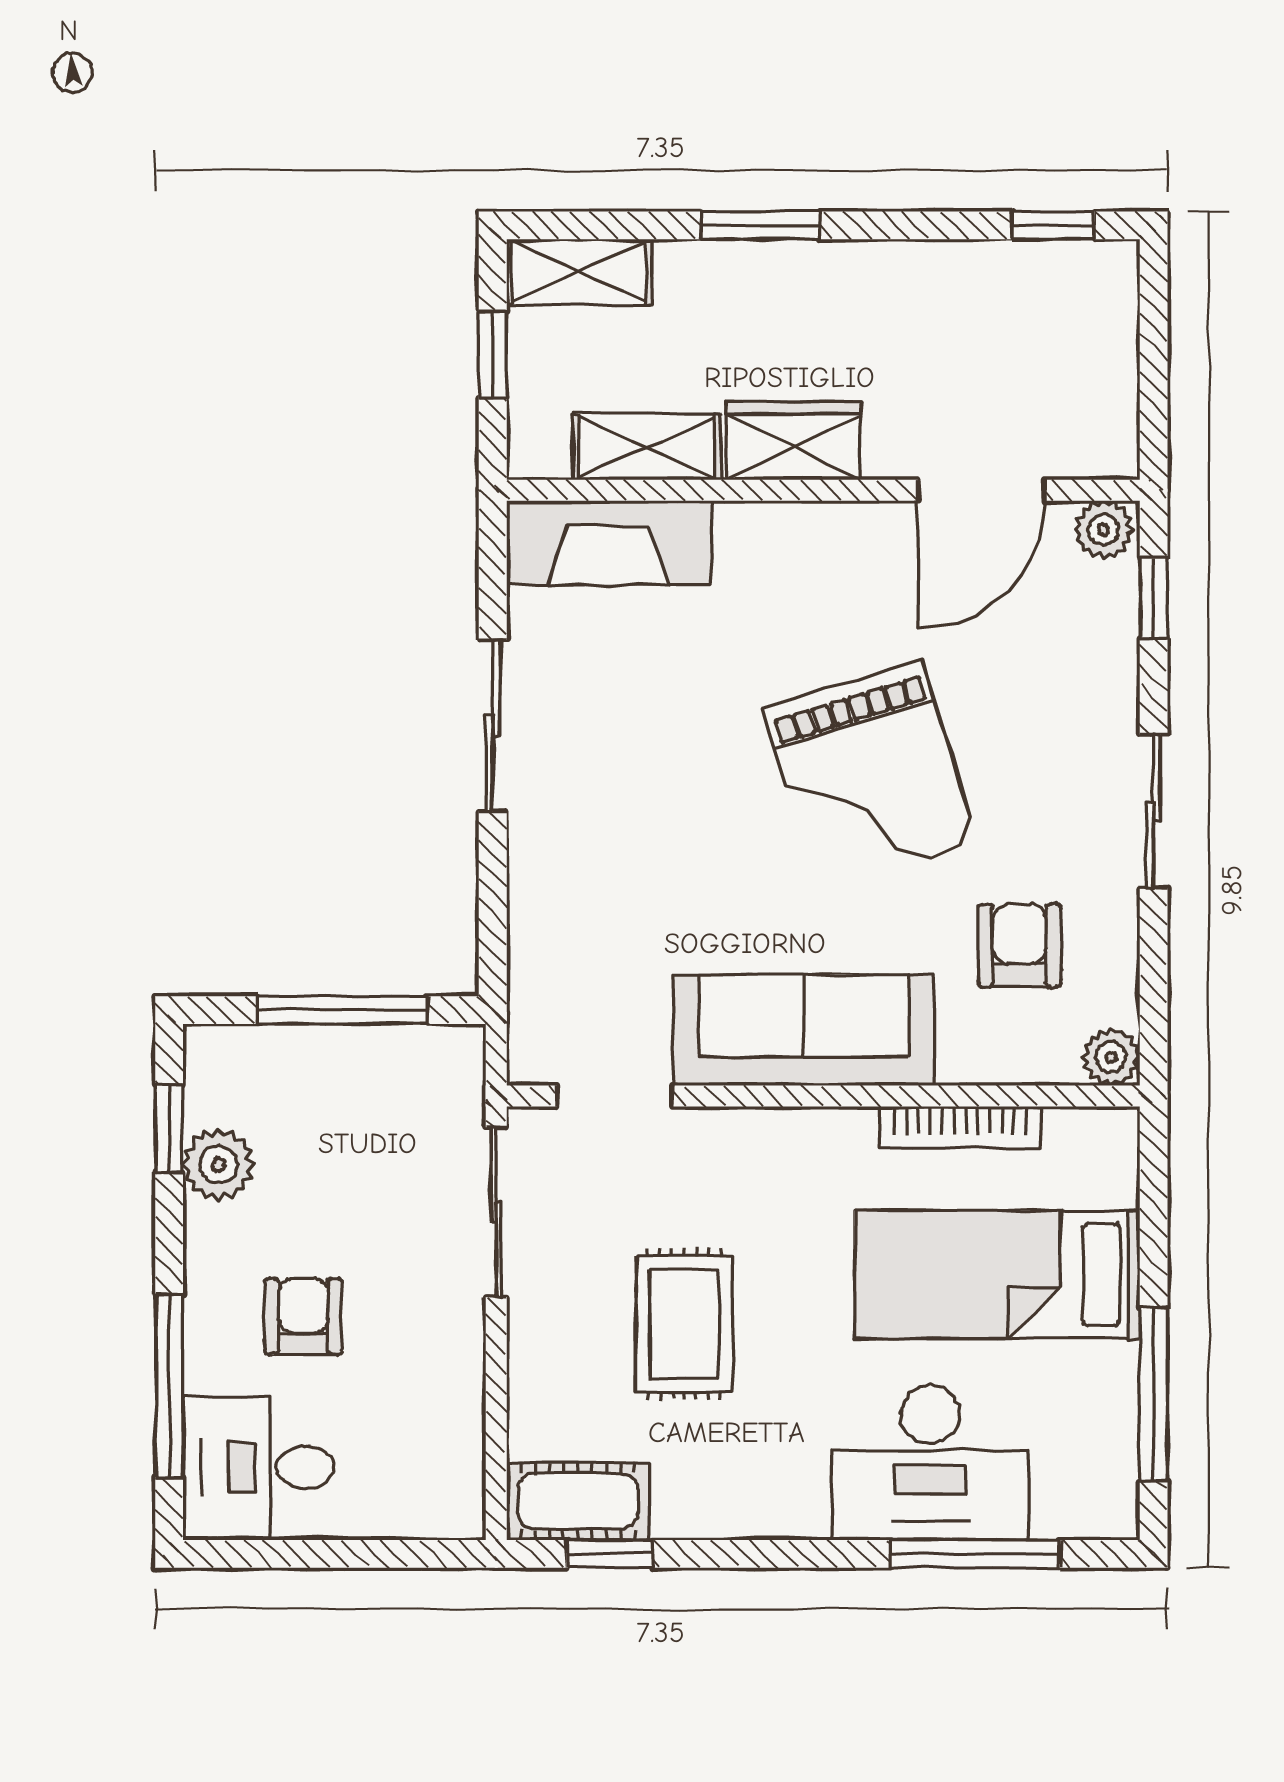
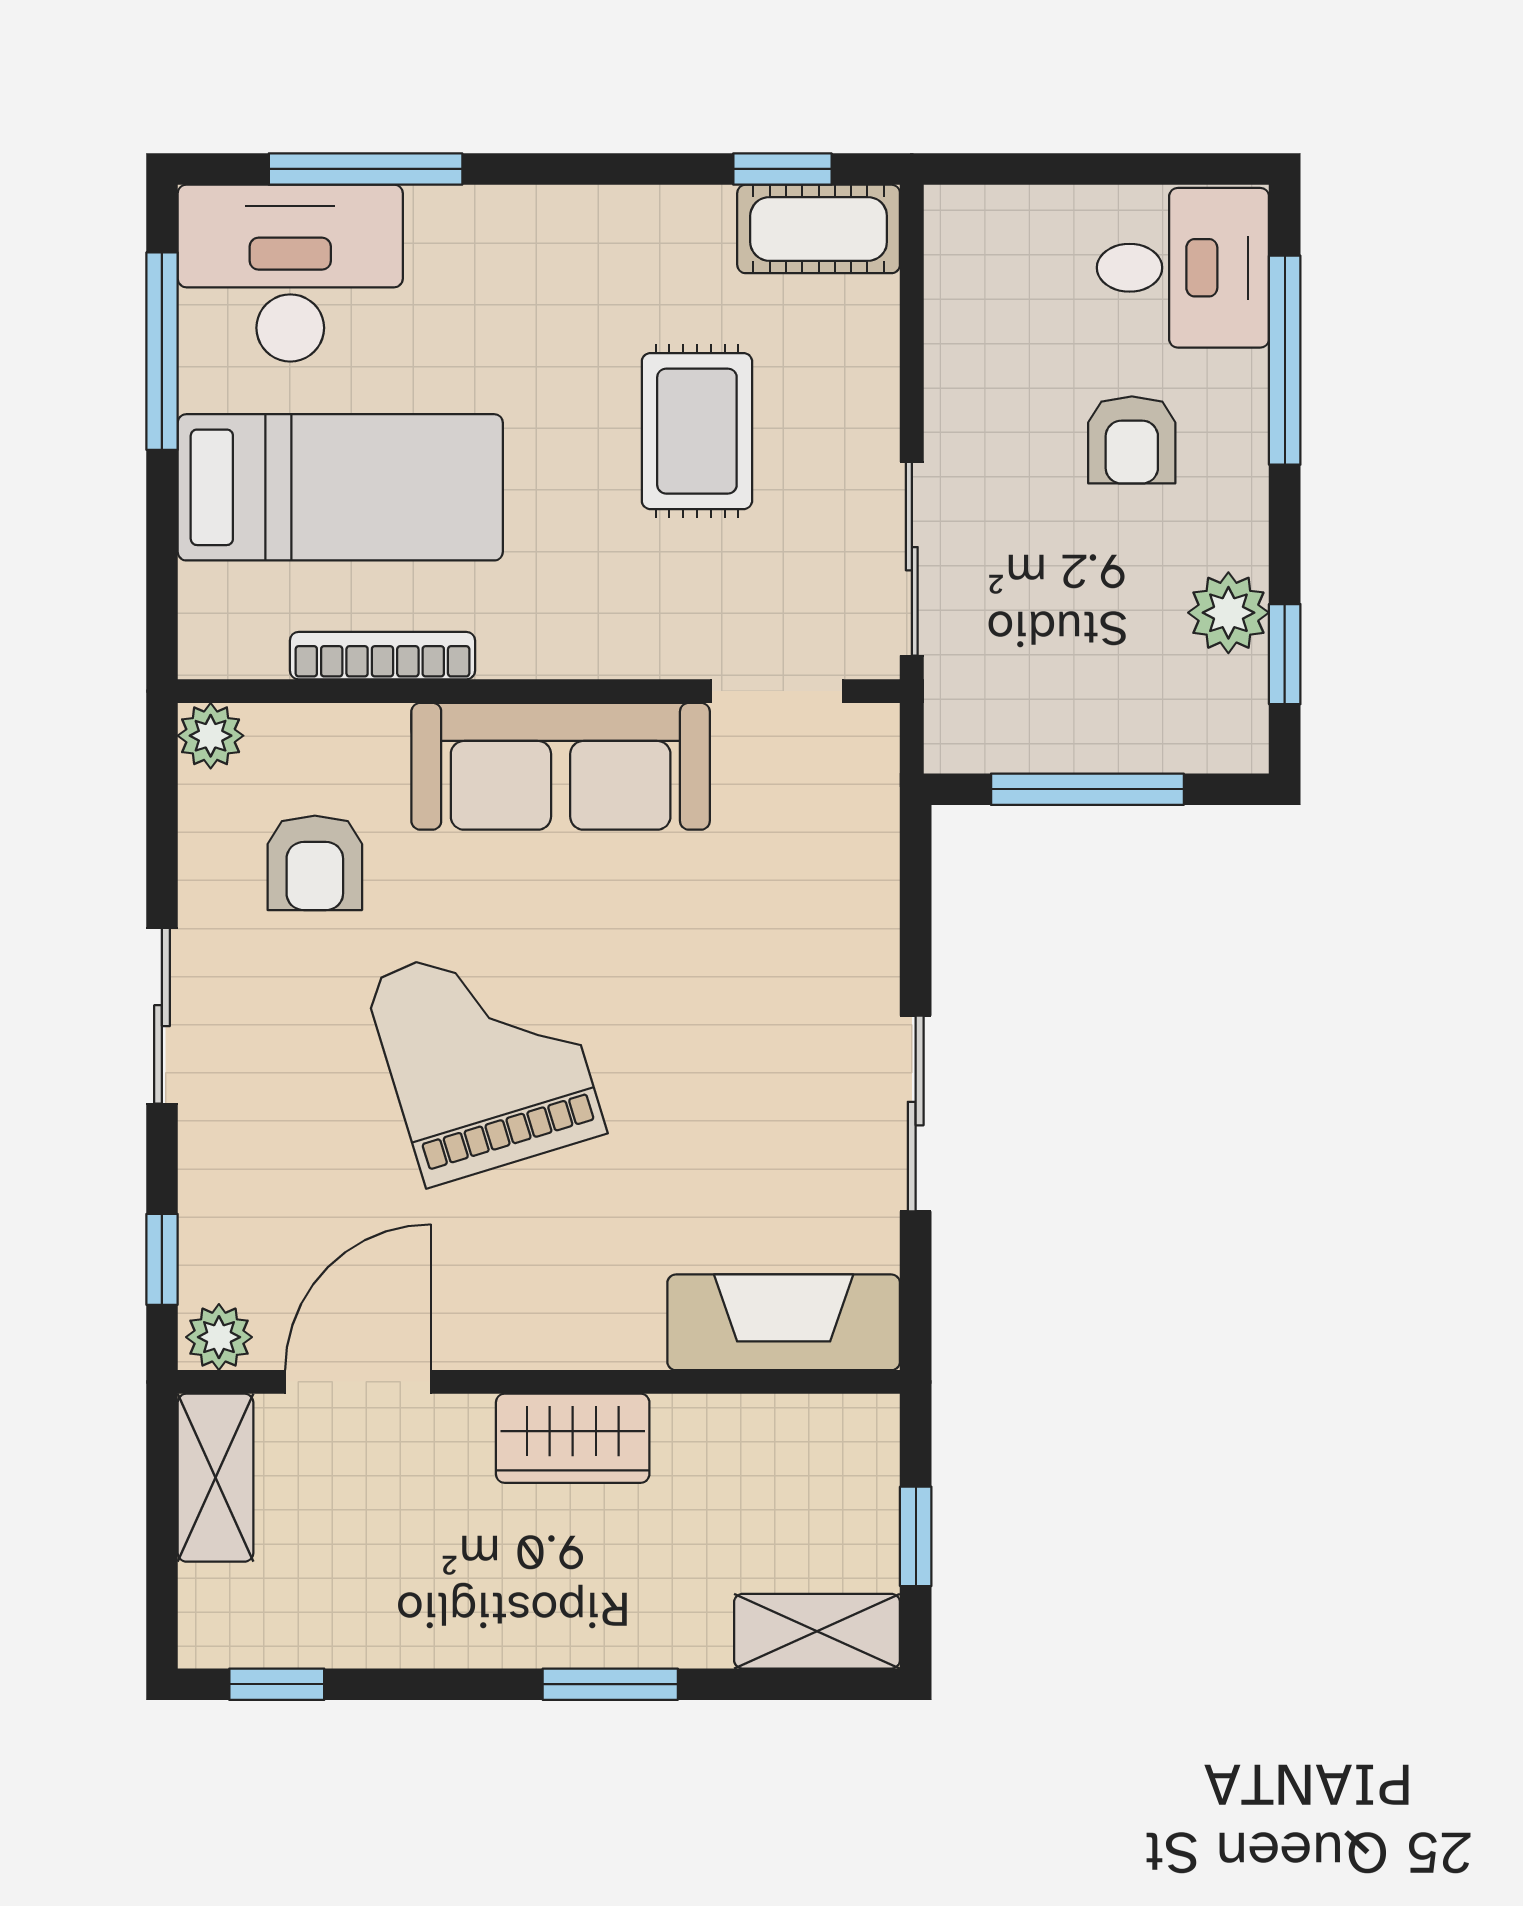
shelving: (647, 447) -> (215, 1478), moved, turned 90
desk: (930, 1463) -> (290, 273), moved

